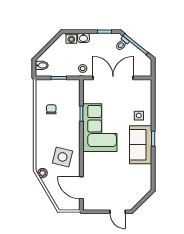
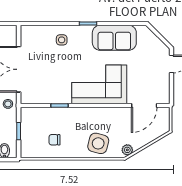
corner sofa: (100, 128) -> (99, 84), moved
sofa: (141, 145) -> (114, 38), moved
side table: (62, 157) -> (98, 143), moved

